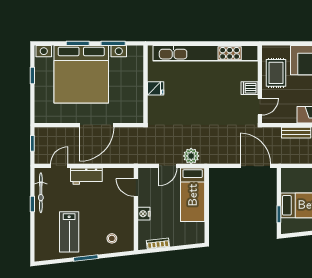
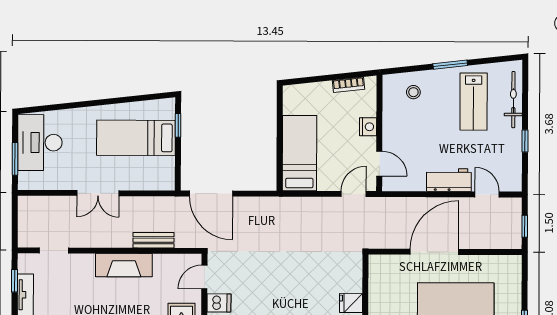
plant: (191, 156) -> (301, 208), removed
door: (59, 166) -> (487, 194), swing flipped
door: (168, 166) -> (354, 194), moved
bicycle: (41, 193) -> (513, 100), moved
lab bench: (69, 232) -> (474, 102), turned 180

